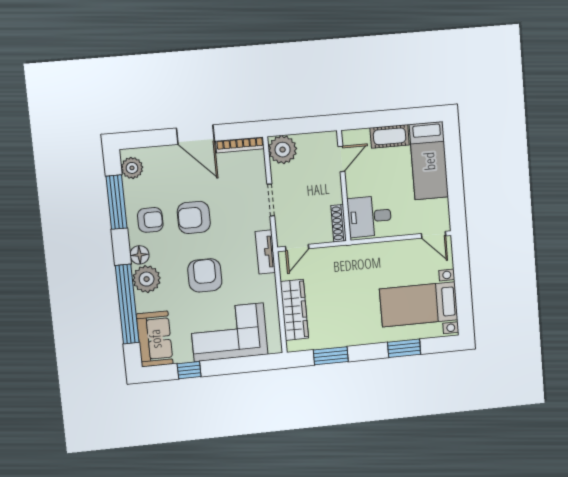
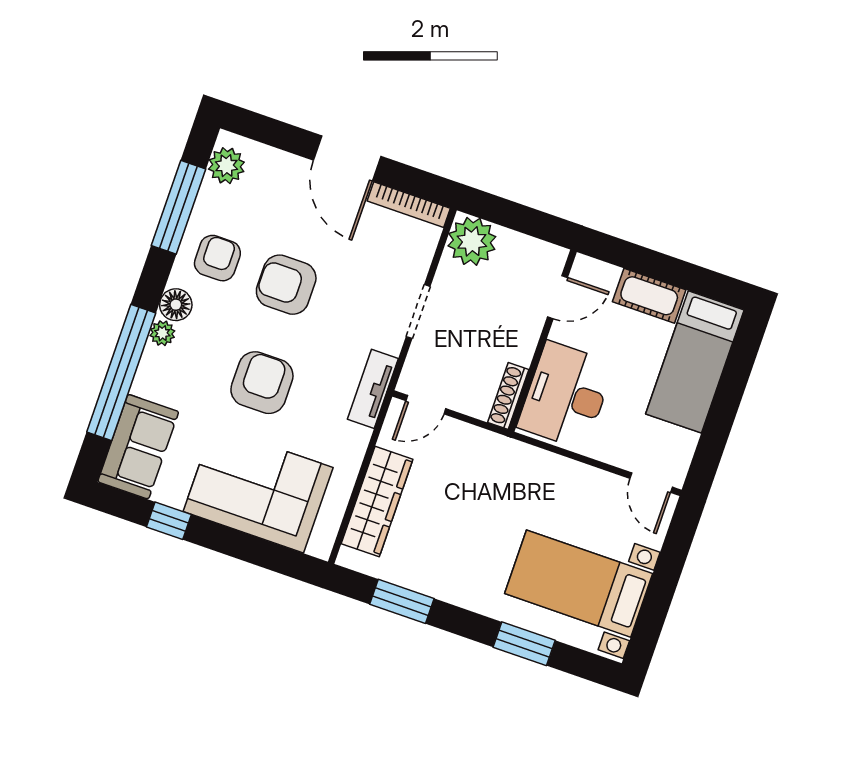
desk: (369, 216) -> (566, 395), width x1.37
armchair: (150, 220) -> (217, 258), turned -90
plant: (147, 279) -> (162, 333), width x0.53, depth x0.53

